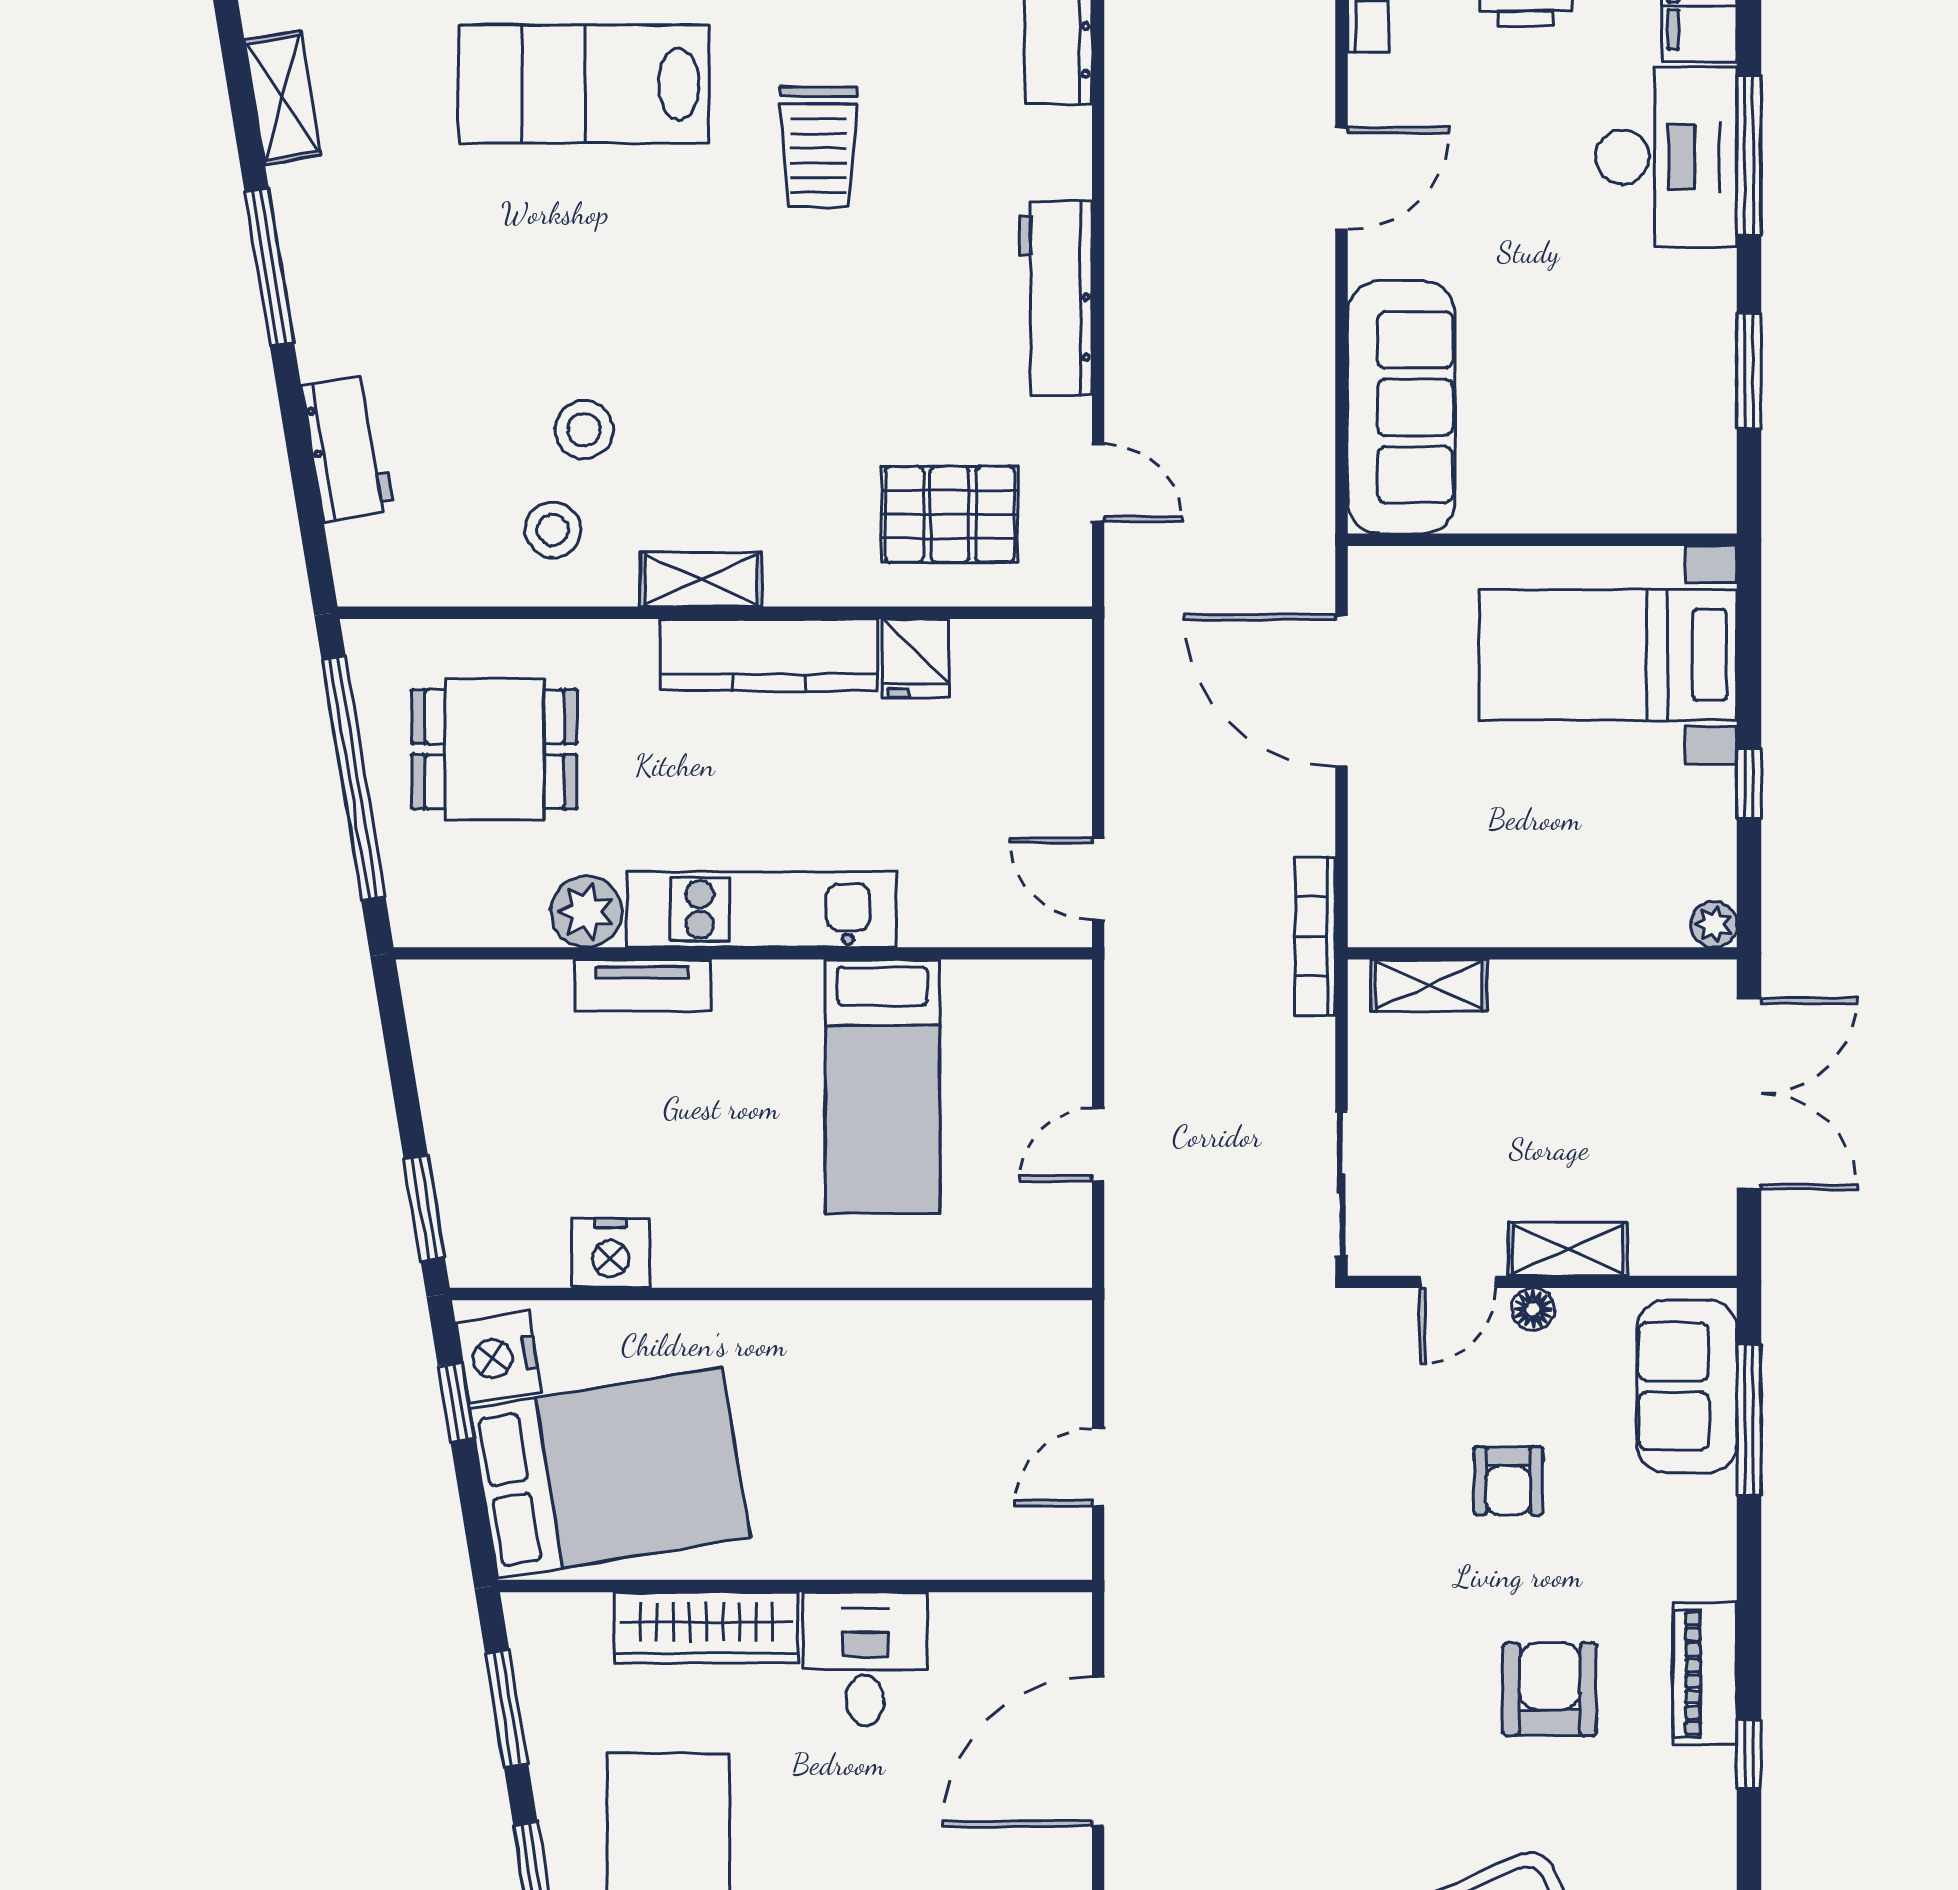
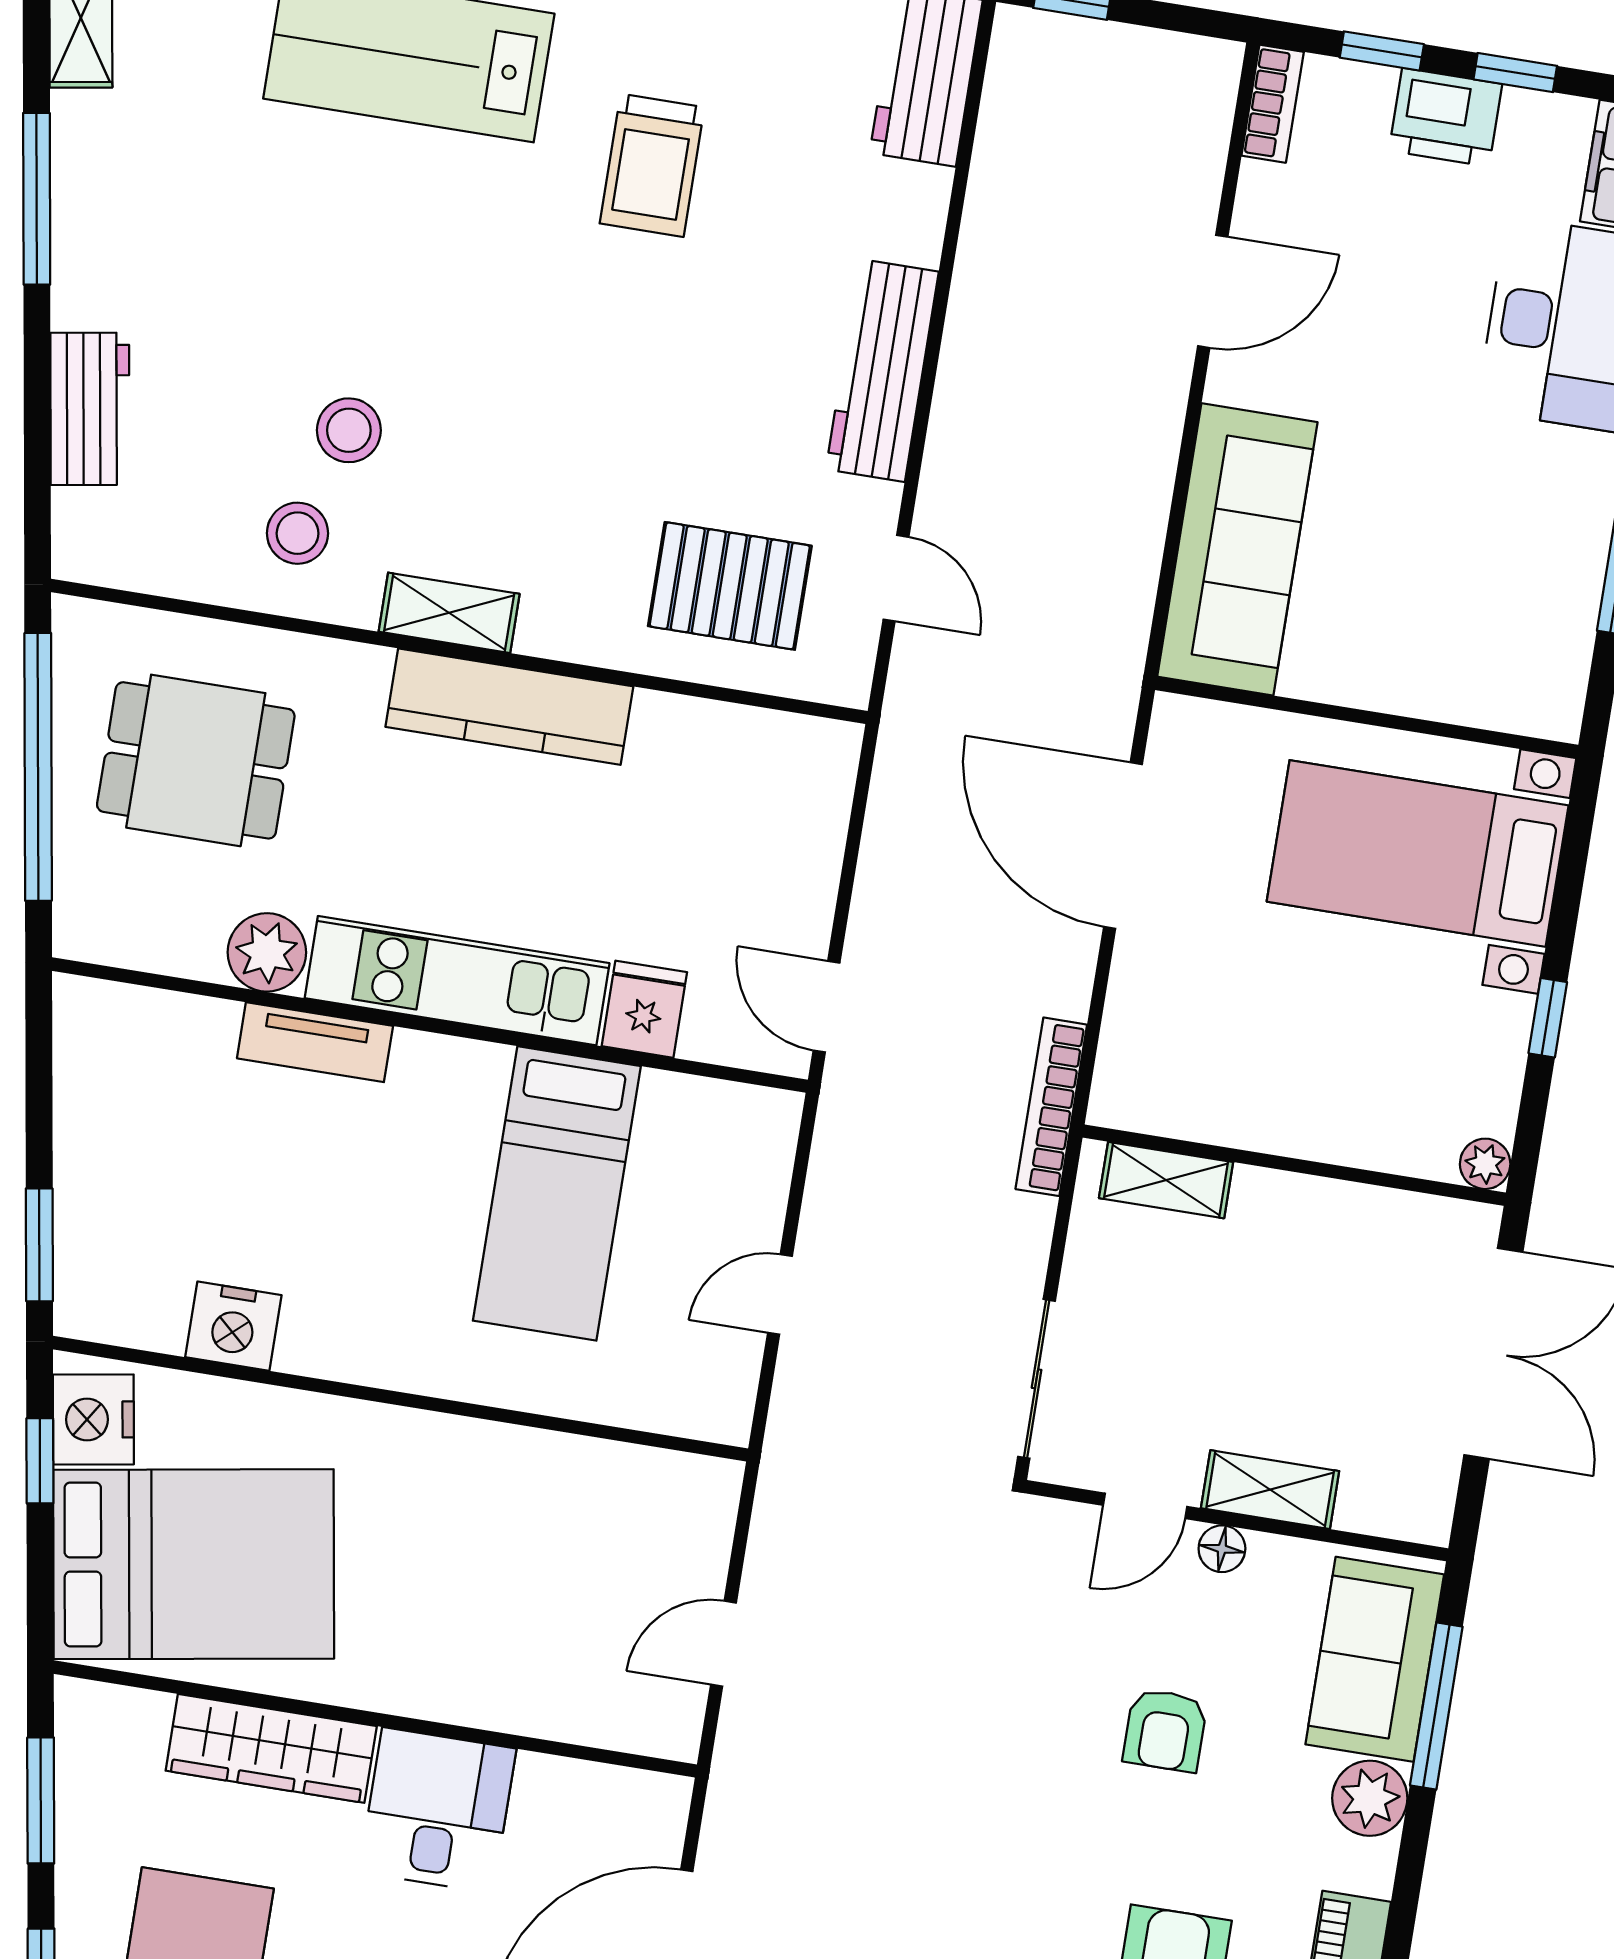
fridge: (915, 658) -> (644, 1009), moved, turned 180
plant: (1702, 1512) -> (1370, 1798), added

